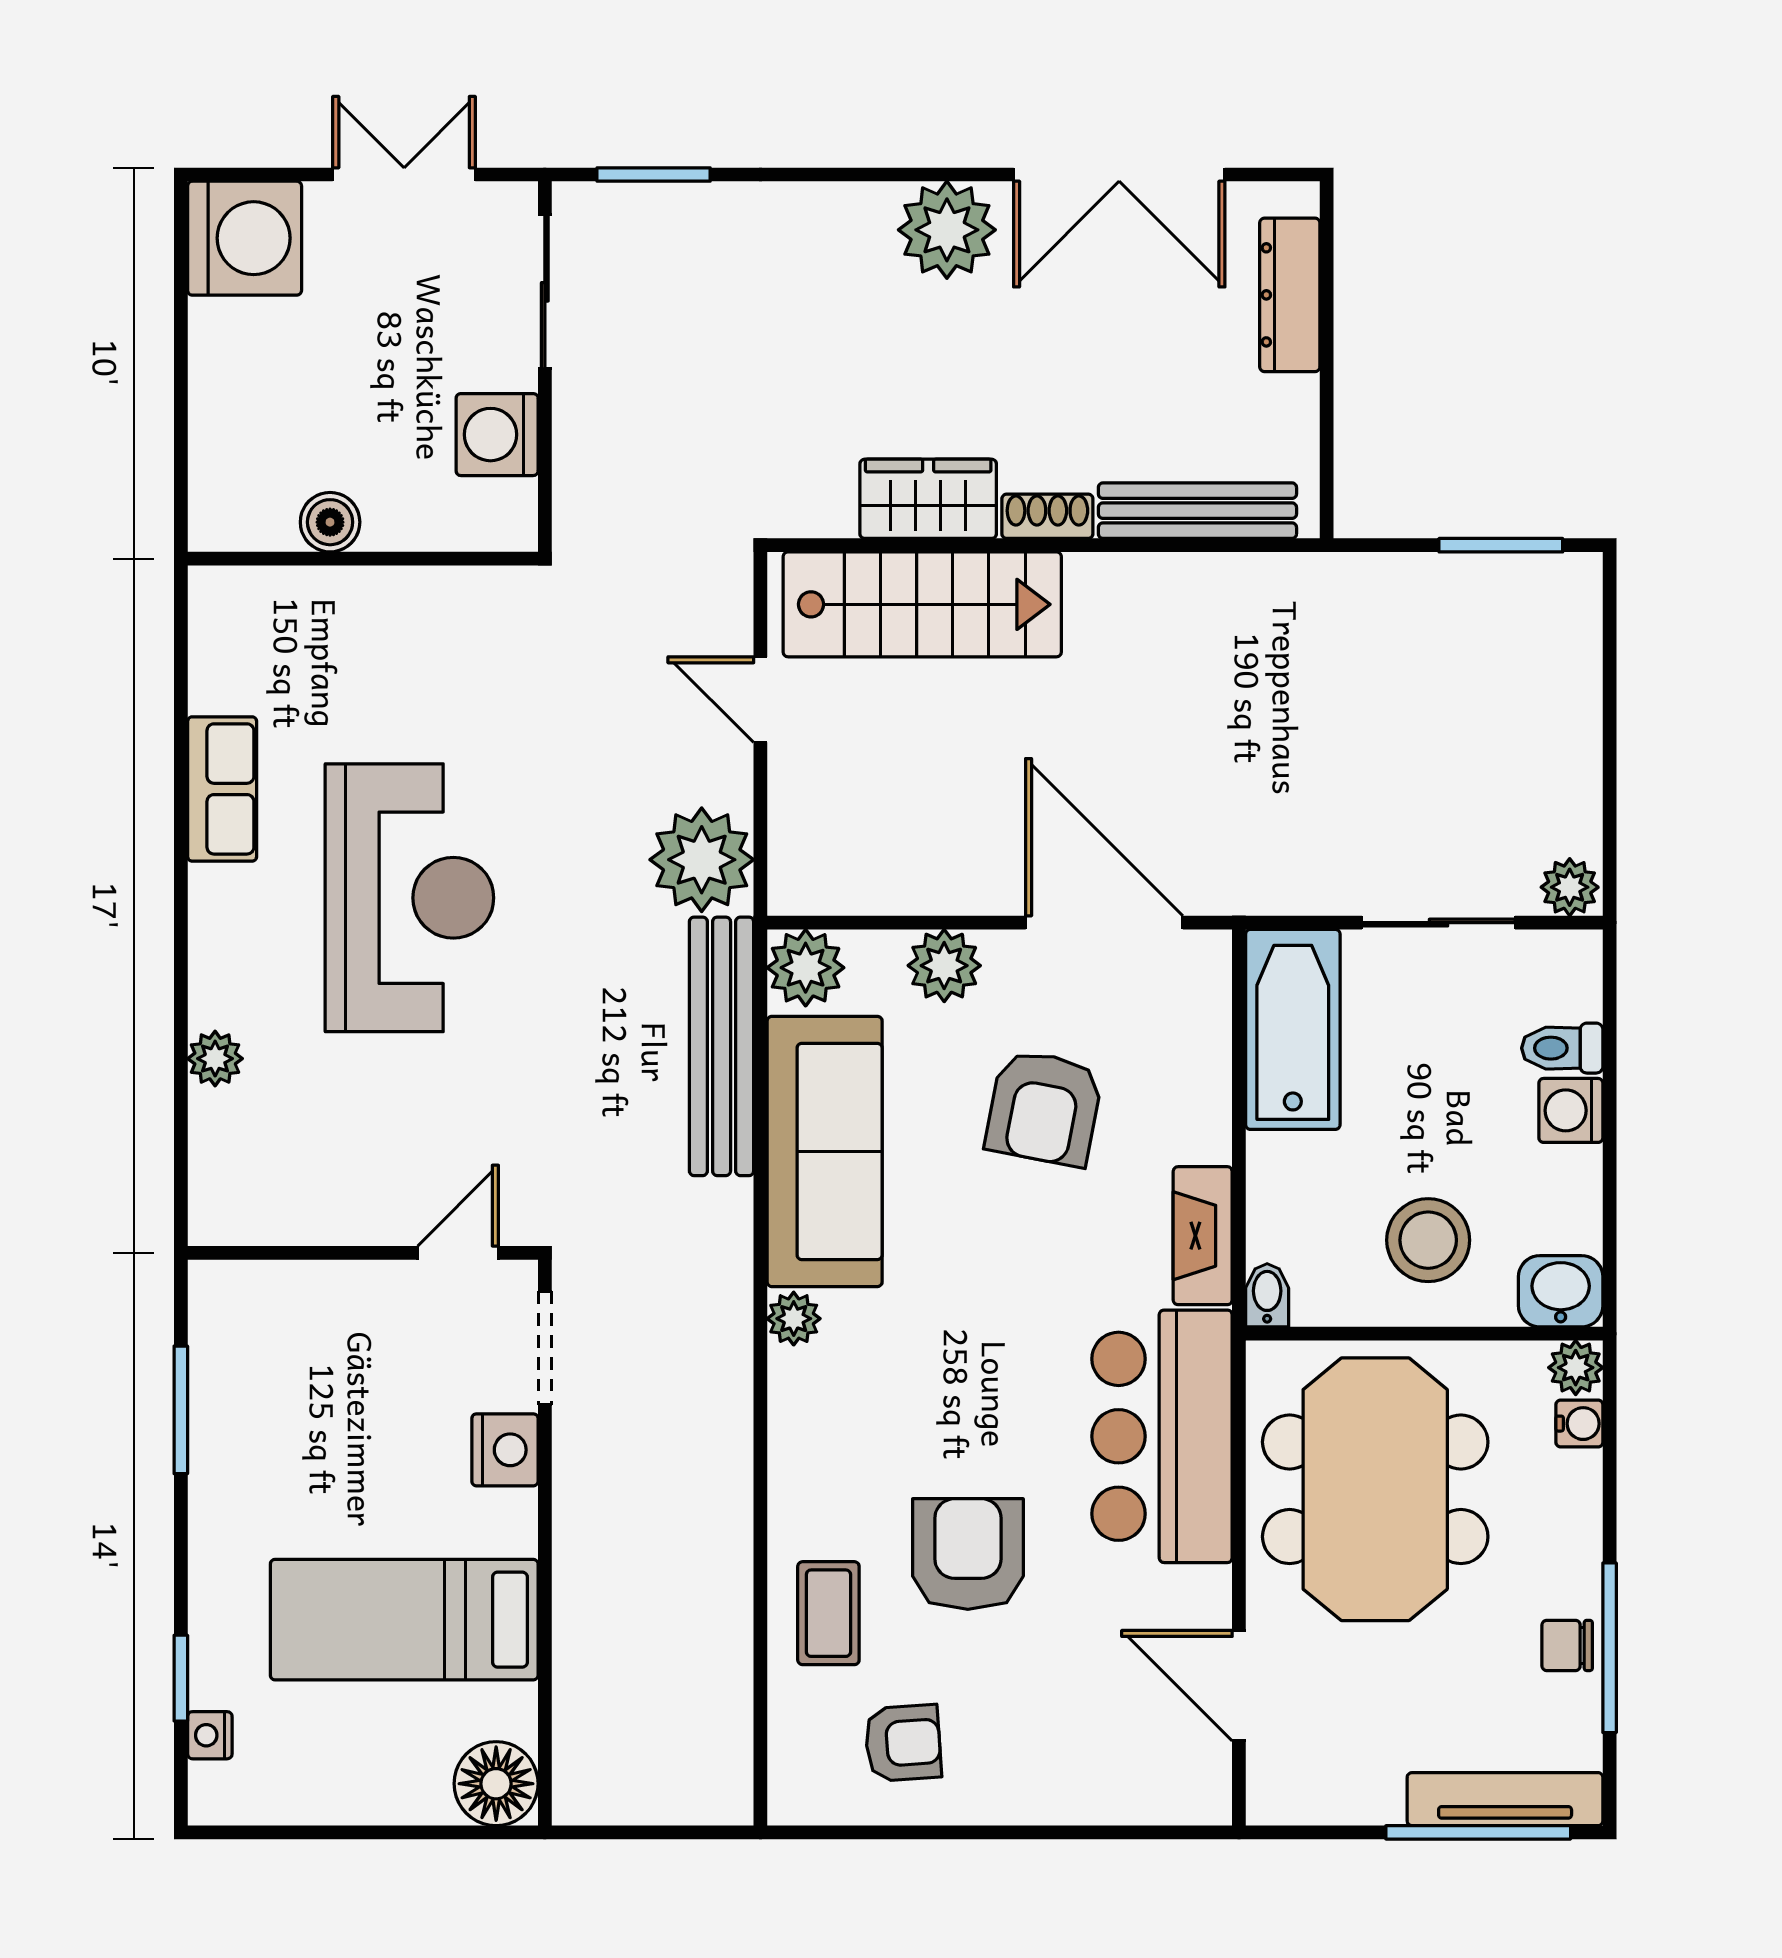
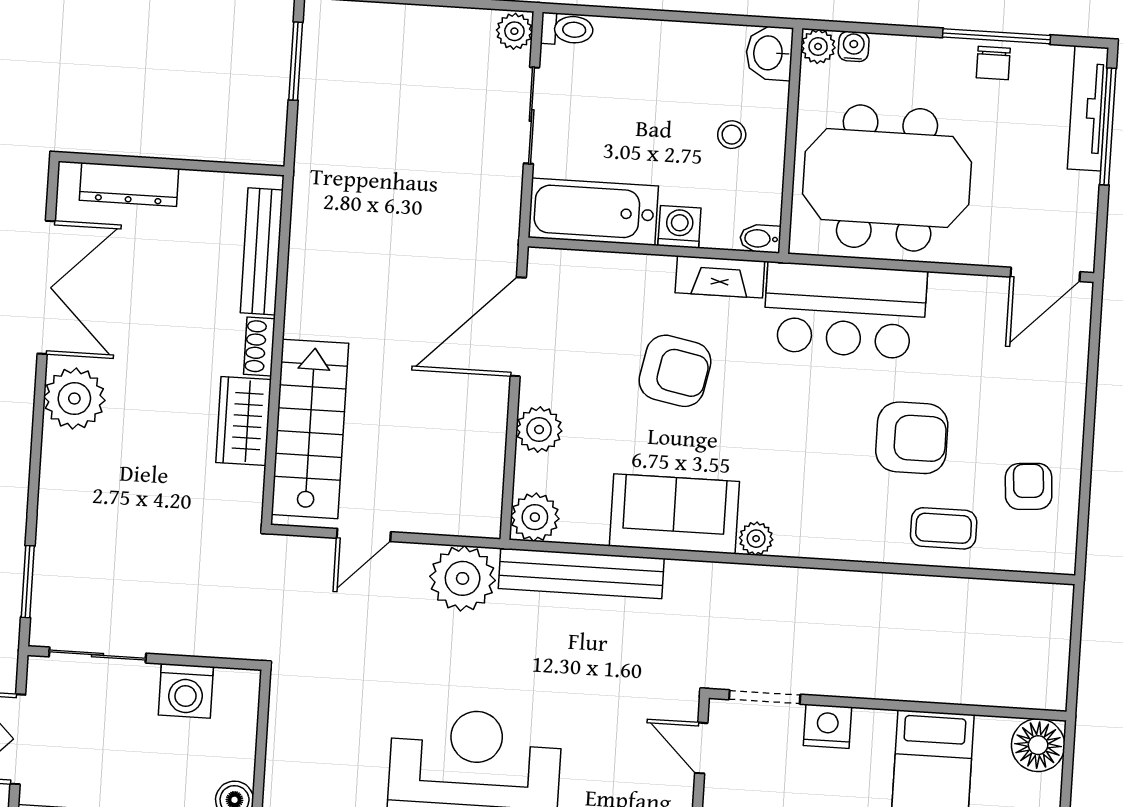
toilet: (1562, 1048) -> (567, 29), moved, turned -90
armchair: (1044, 1108) -> (675, 371), moved
washing machine: (1571, 1110) -> (679, 227), moved, turned 180
sofa: (825, 1151) -> (674, 514), width x0.73
stool: (1428, 1240) -> (732, 135), width x0.53, depth x0.53
armchair: (968, 1554) -> (912, 438), turned 180
door: (1239, 1686) -> (1045, 274), moved

